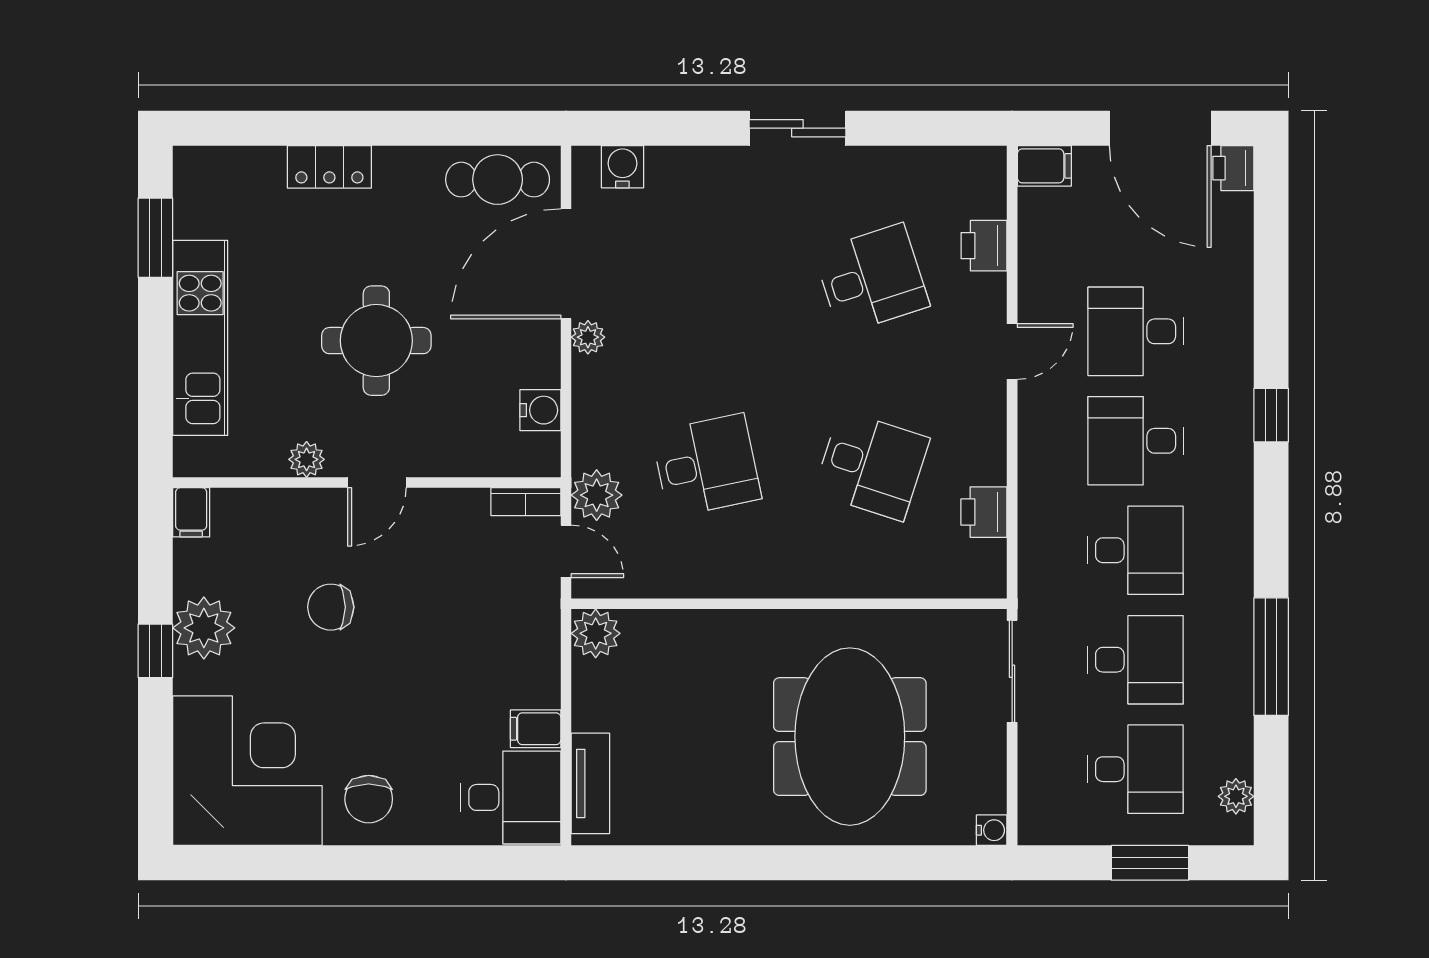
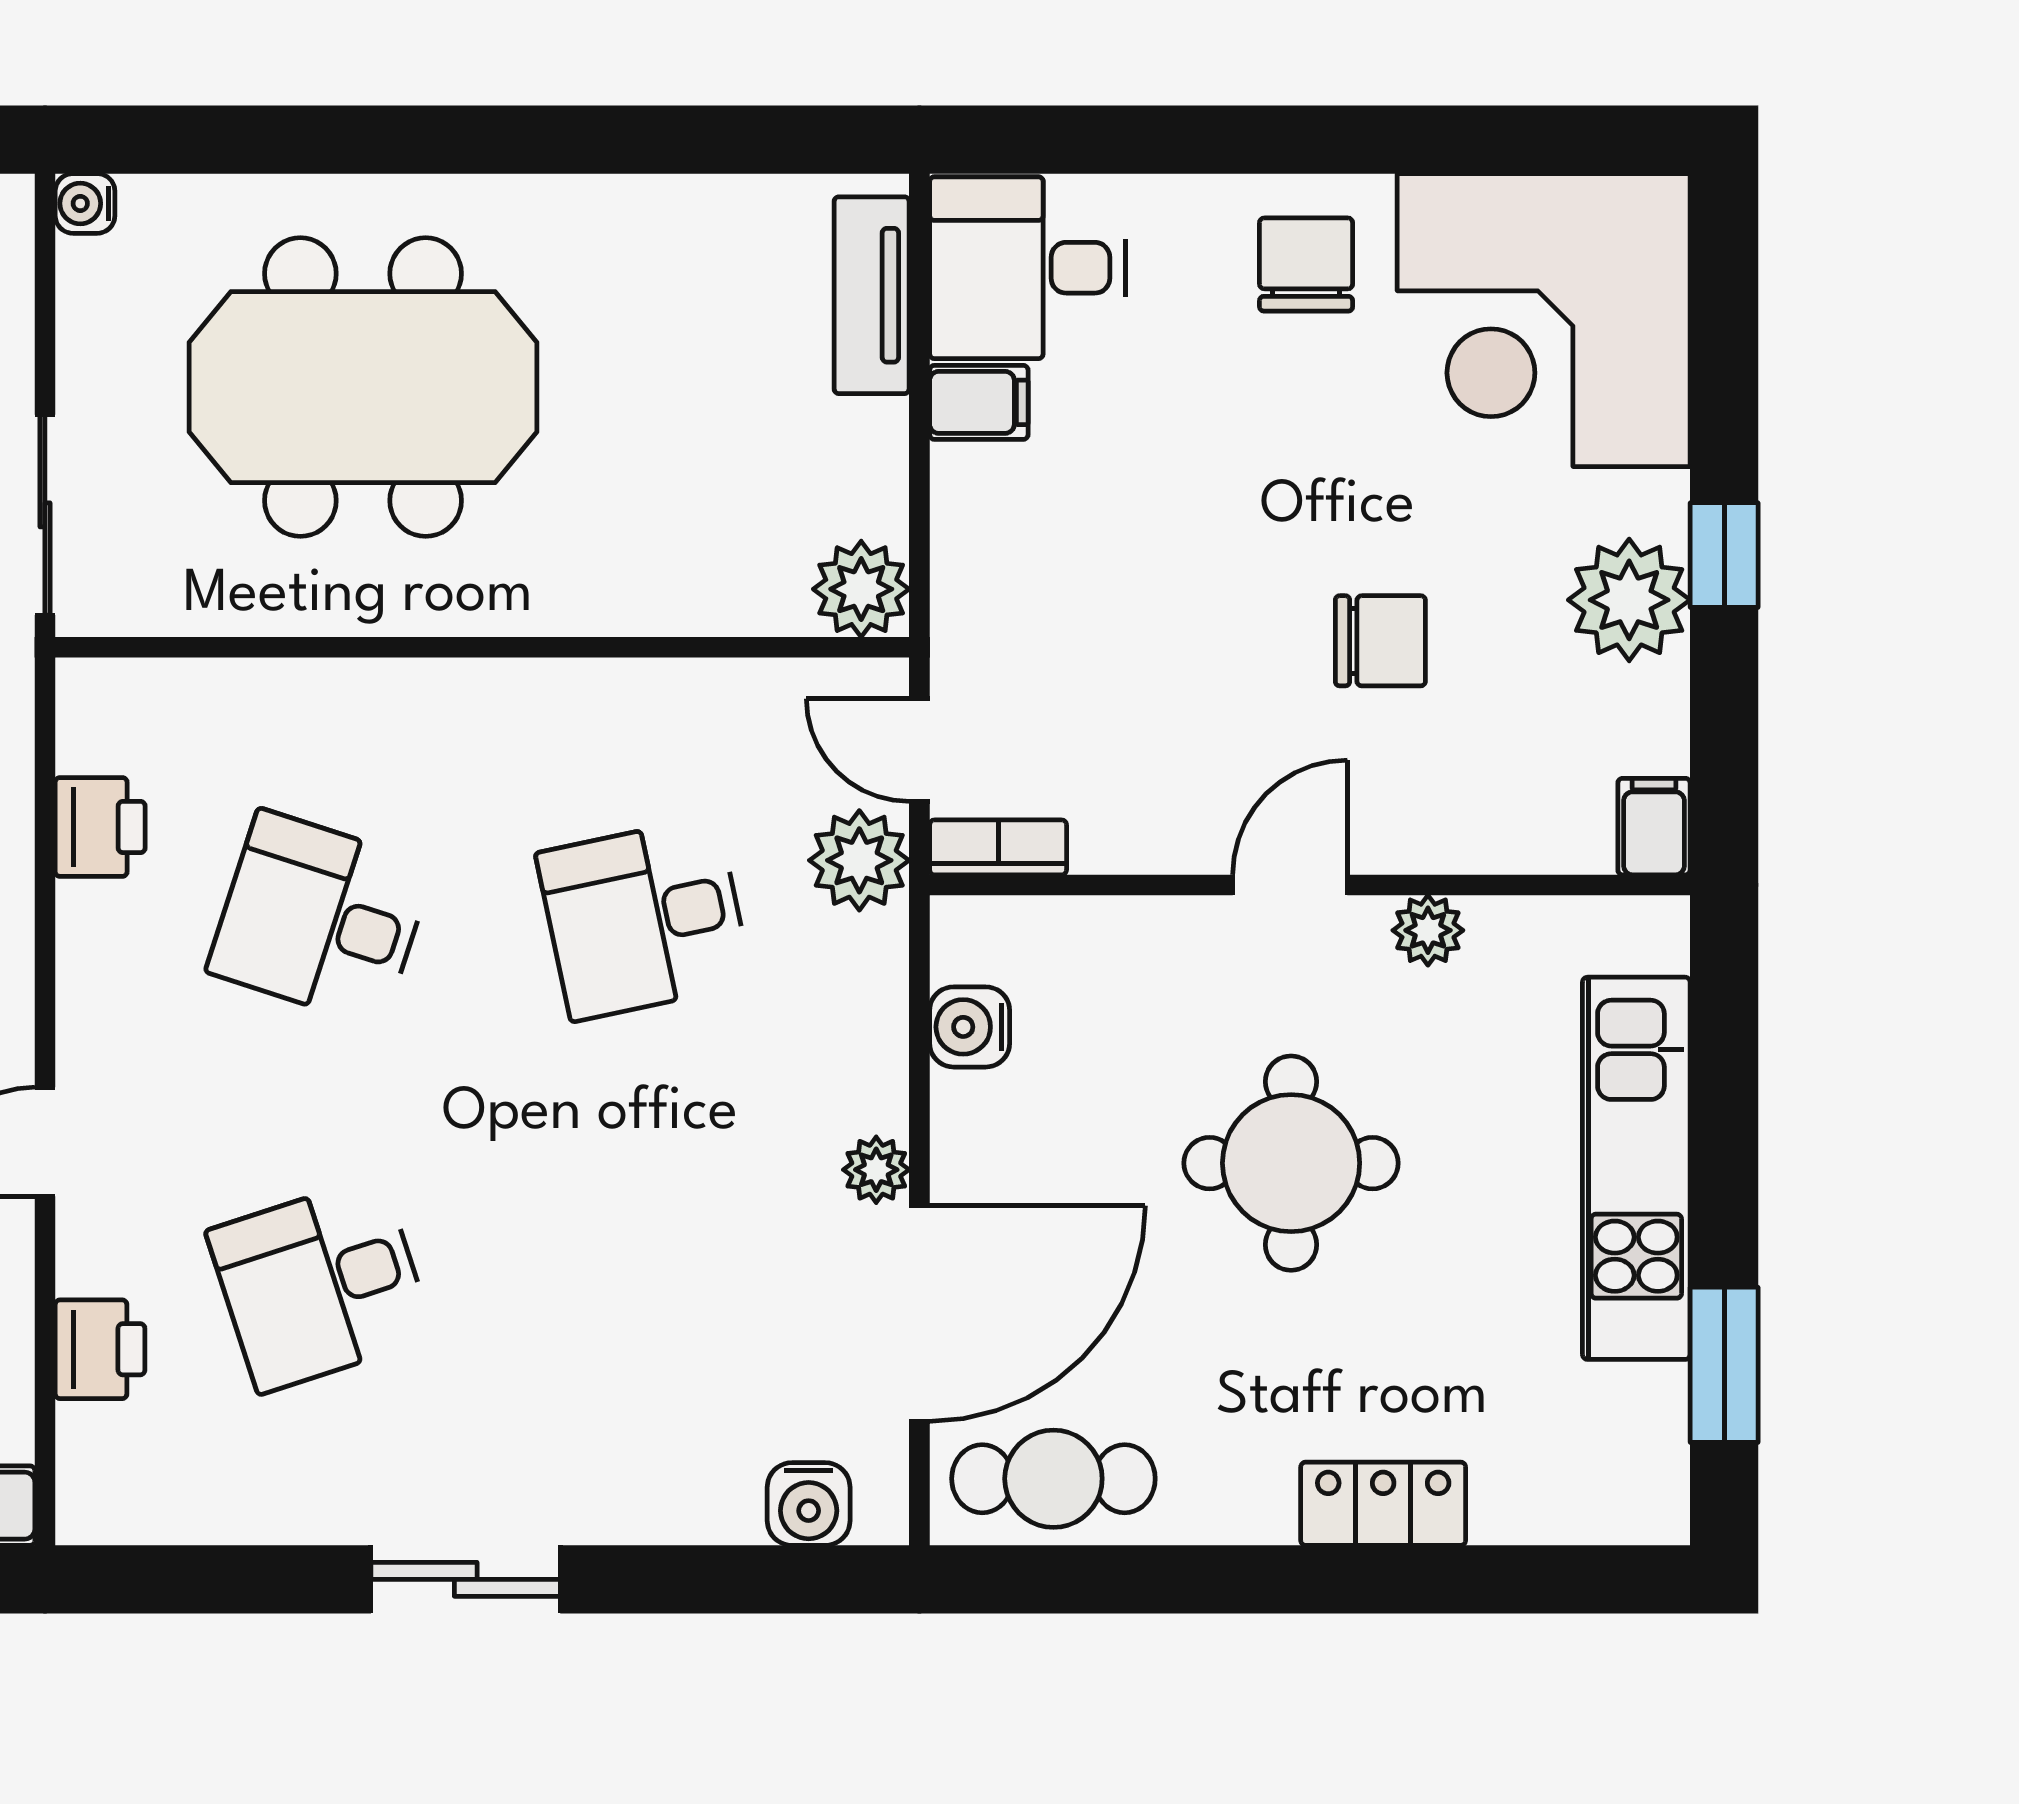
meeting table: (850, 737) -> (363, 387), turned 90

